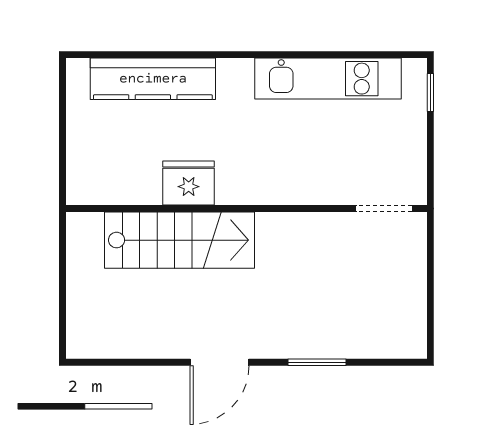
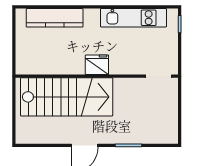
fridge: (189, 183) -> (97, 65), moved
stairs: (179, 240) -> (67, 97), width x1.36, depth x1.51

